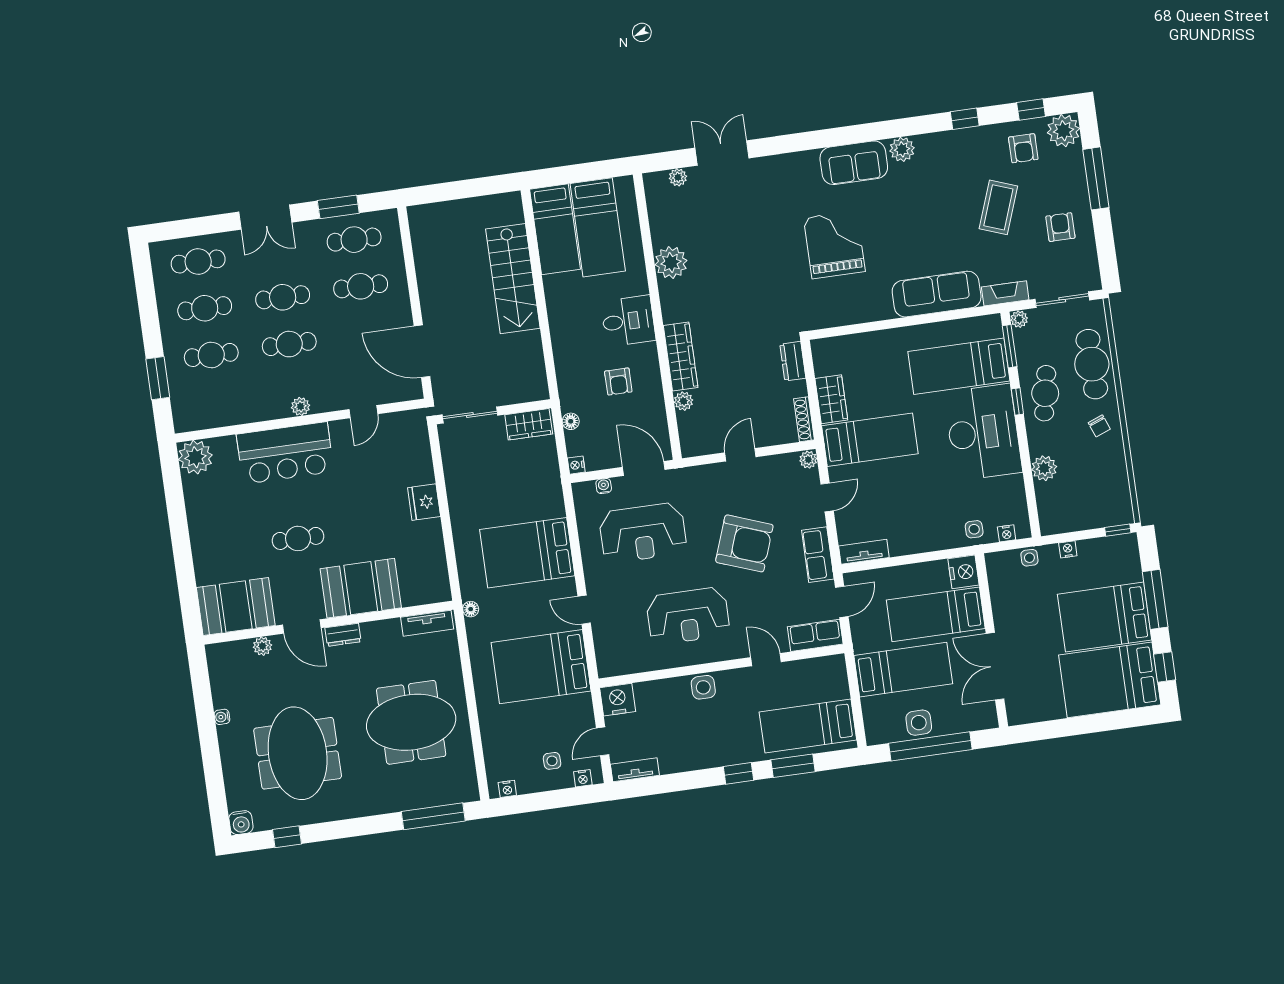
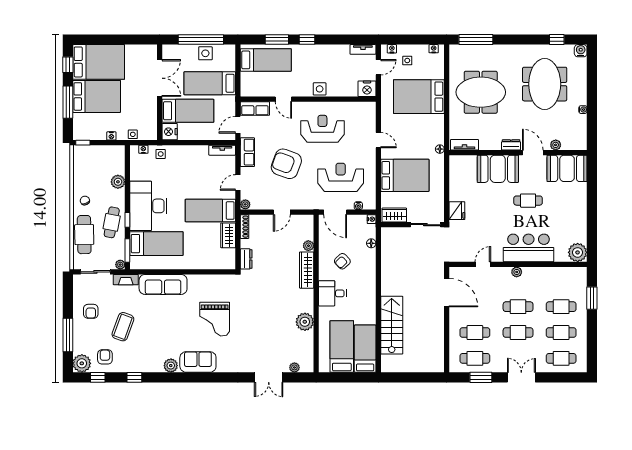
armchair: (618, 381) -> (342, 261), turned -133
wall: (493, 412) -> (412, 225), moved
sliding door: (470, 415) -> (425, 225), moved
wardrobe: (529, 424) -> (394, 215), moved
bed: (541, 667) -> (419, 97), moved, turned 180

